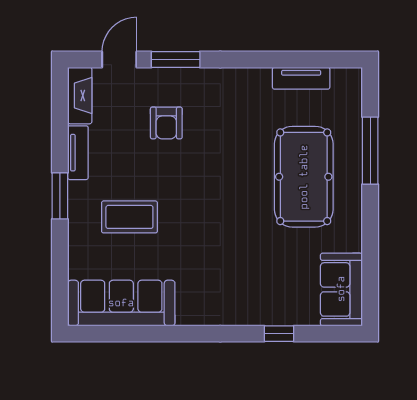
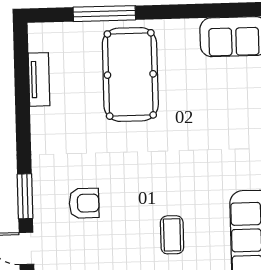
pool table: (304, 177) -> (130, 74), turned 90
coffee table: (129, 217) -> (172, 235), width x0.73, depth x0.77

